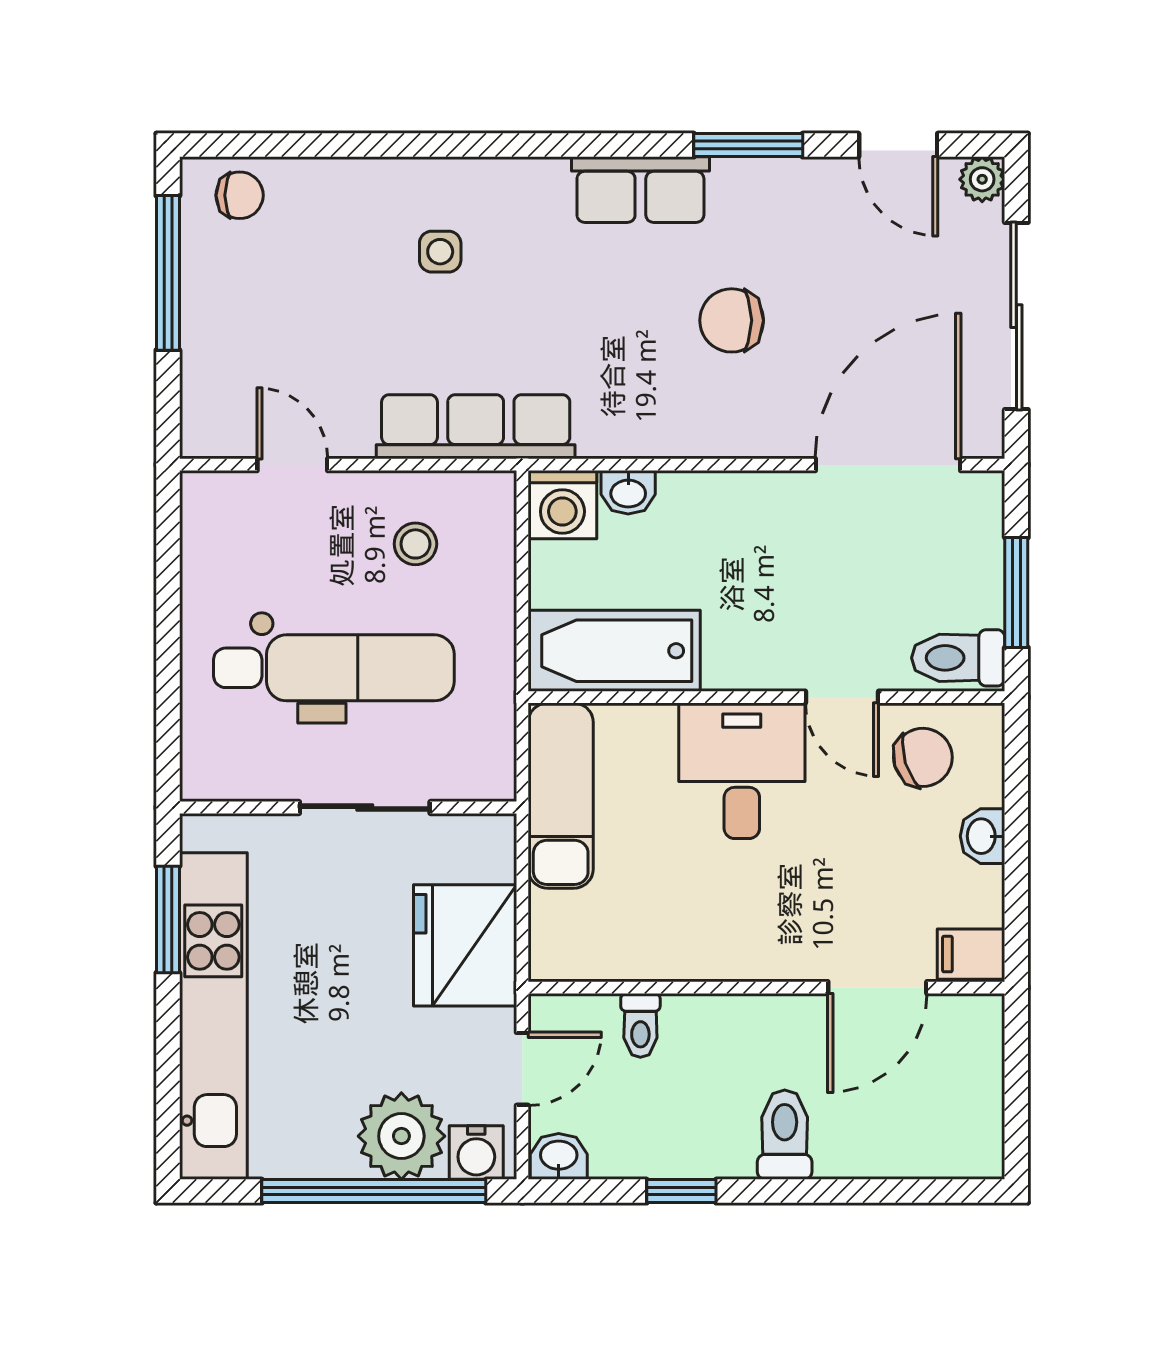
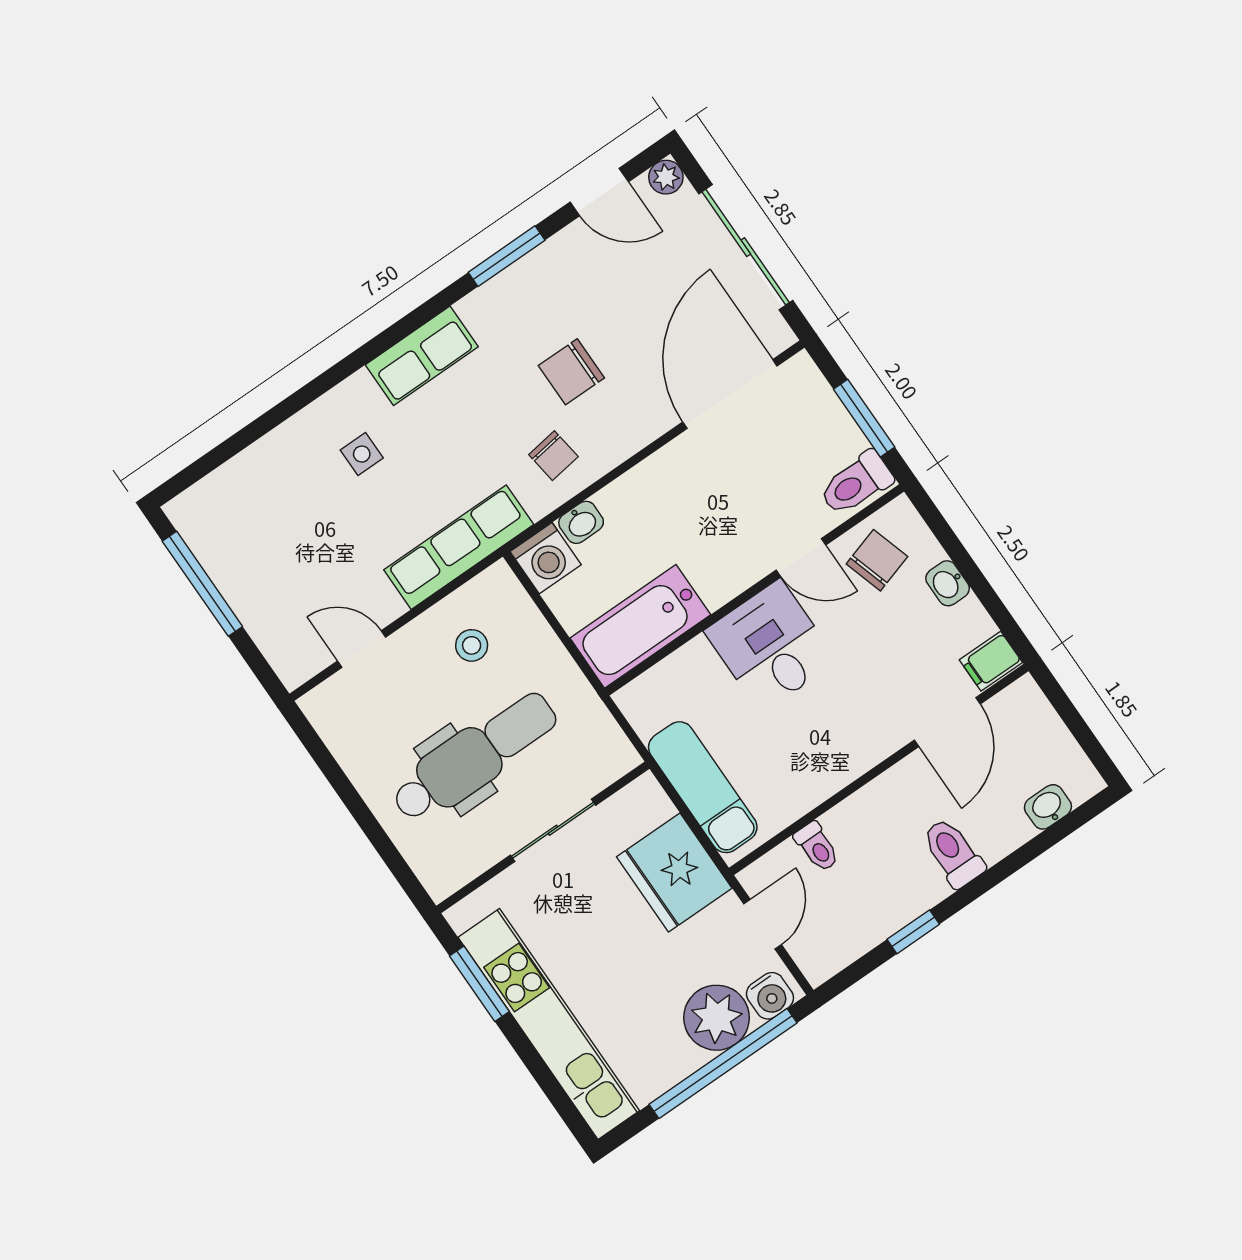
row of seats: (640, 190) -> (422, 356), moved
chair: (240, 195) -> (553, 456), moved, turned 82
exam couch: (561, 796) -> (703, 787), moved
washbasin: (559, 1156) -> (1048, 807), moved

